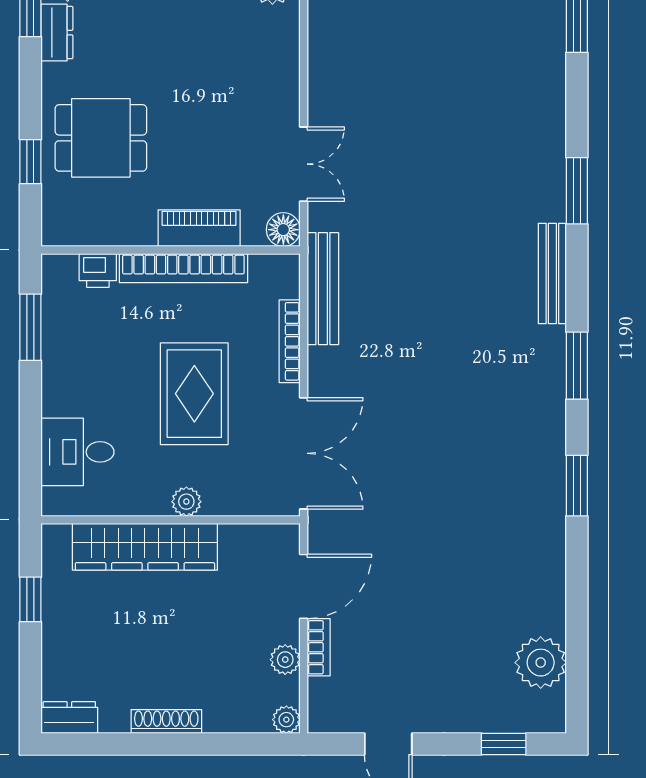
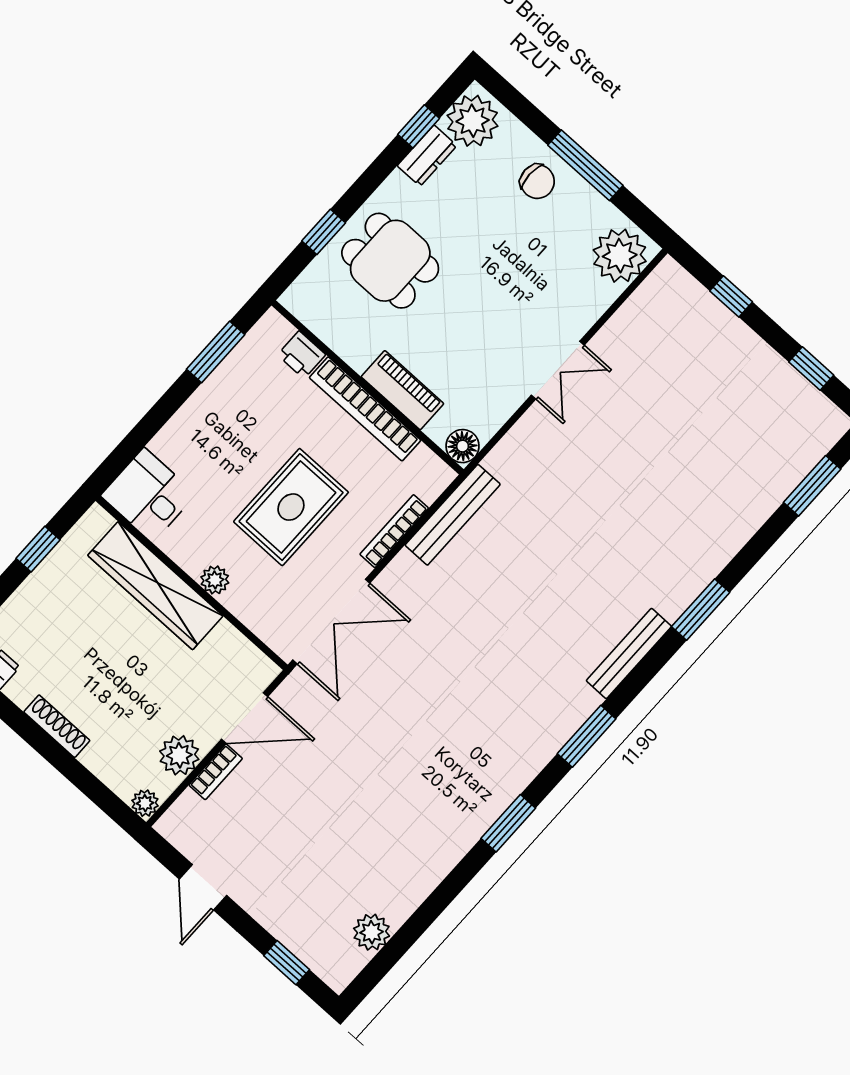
double door: (304, 164) -> (558, 370), moved
desk: (77, 452) -> (148, 495), moved
plant: (285, 660) -> (179, 755), width x1.38, depth x1.38
plant: (541, 663) -> (372, 932), width x0.73, depth x0.73

